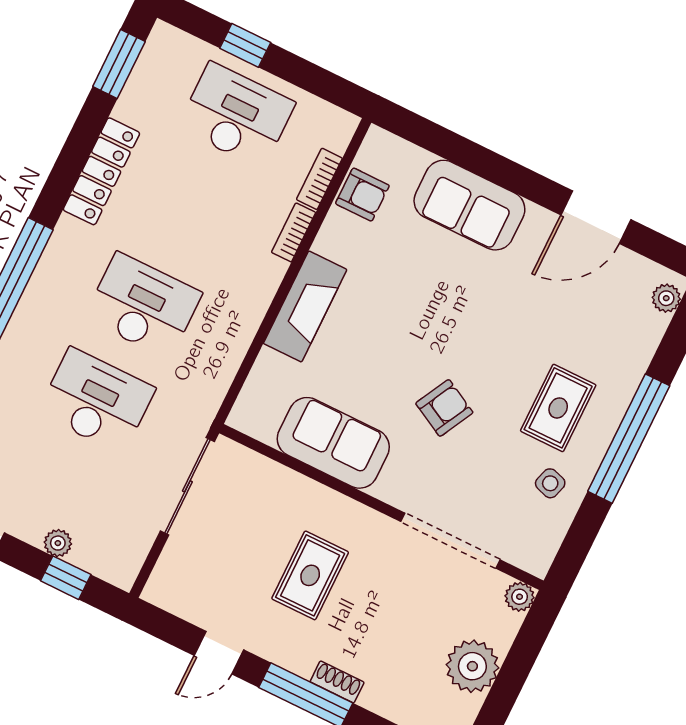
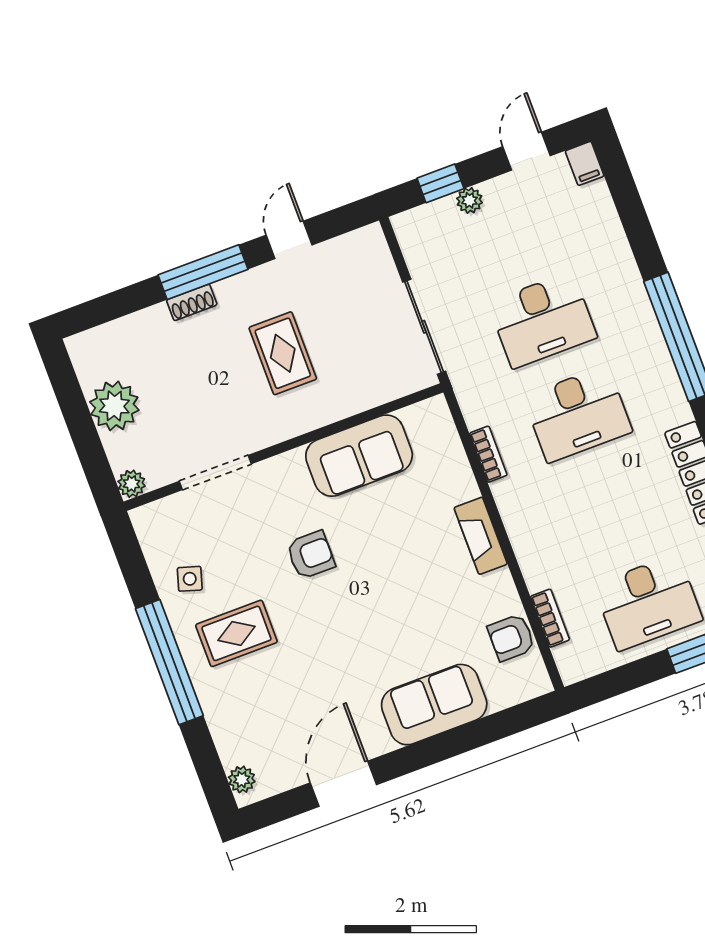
bookcase: (294, 232) -> (488, 454), moved
fireplace: (305, 306) -> (481, 536), width x0.73, depth x0.76
armchair: (444, 408) -> (311, 555), turned -118
rug: (558, 408) -> (236, 633), turned 90
doorway: (450, 541) -> (215, 472), width x0.73

